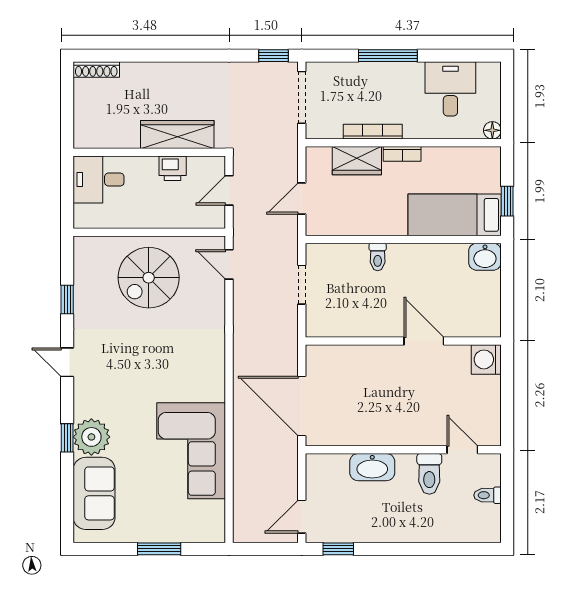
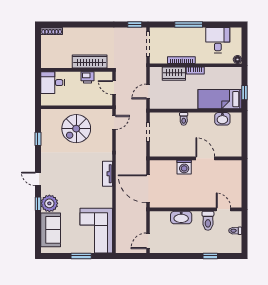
door: (229, 190) -> (114, 88), hinge flipped
washbasin: (485, 257) -> (222, 119), moved
door: (229, 264) -> (114, 122), swing flipped
washing machine: (486, 359) -> (184, 167), moved, turned -90
door: (67, 362) -> (38, 179), moved
tv unit: (215, 374) -> (107, 174), added
corner sofa: (191, 451) -> (96, 231), moved
window: (338, 549) -> (210, 256), moved

